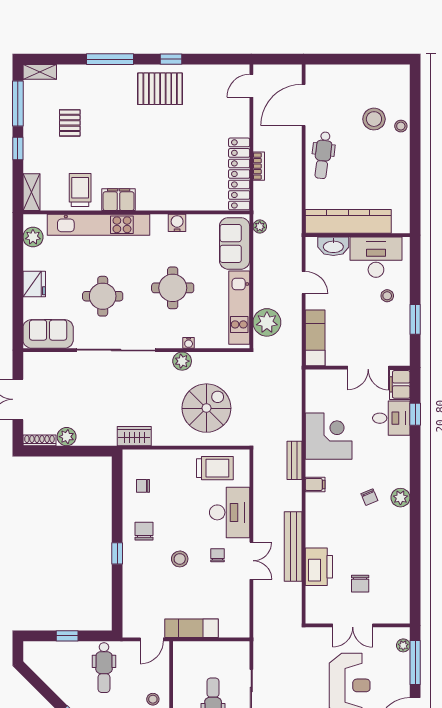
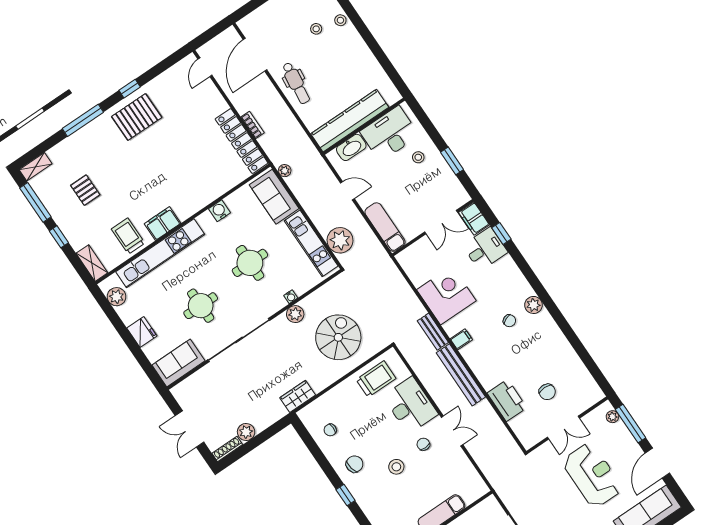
stool: (374, 119) -> (316, 29), width x0.53, depth x0.53
chair: (144, 531) -> (354, 464), turned 79
bench: (293, 546) -> (461, 375), moved

